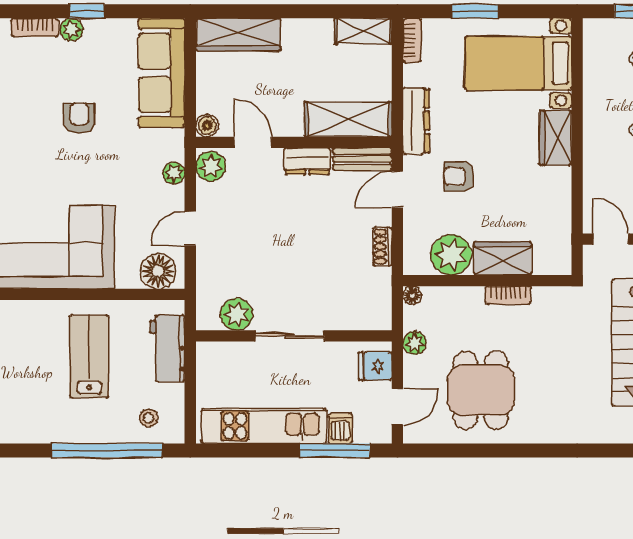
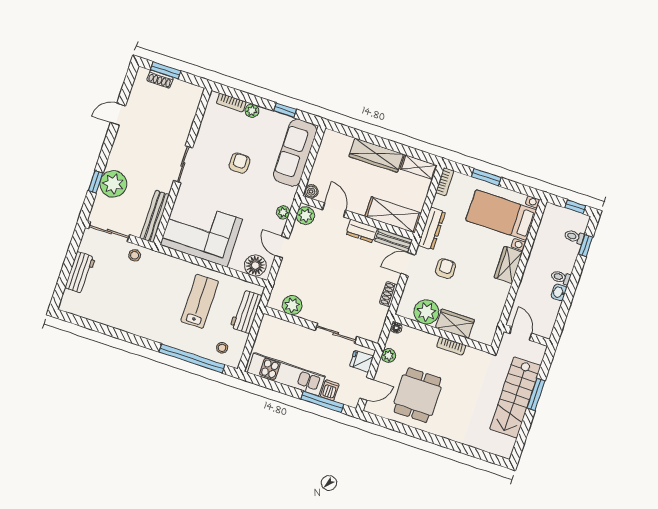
window: (87, 11) -> (285, 110), moved
wardrobe: (238, 34) -> (376, 155), moved
armchair: (459, 176) -> (446, 268), turned 90
door: (190, 228) -> (282, 247), hinge flipped
sliding door: (290, 336) -> (336, 333), moved

